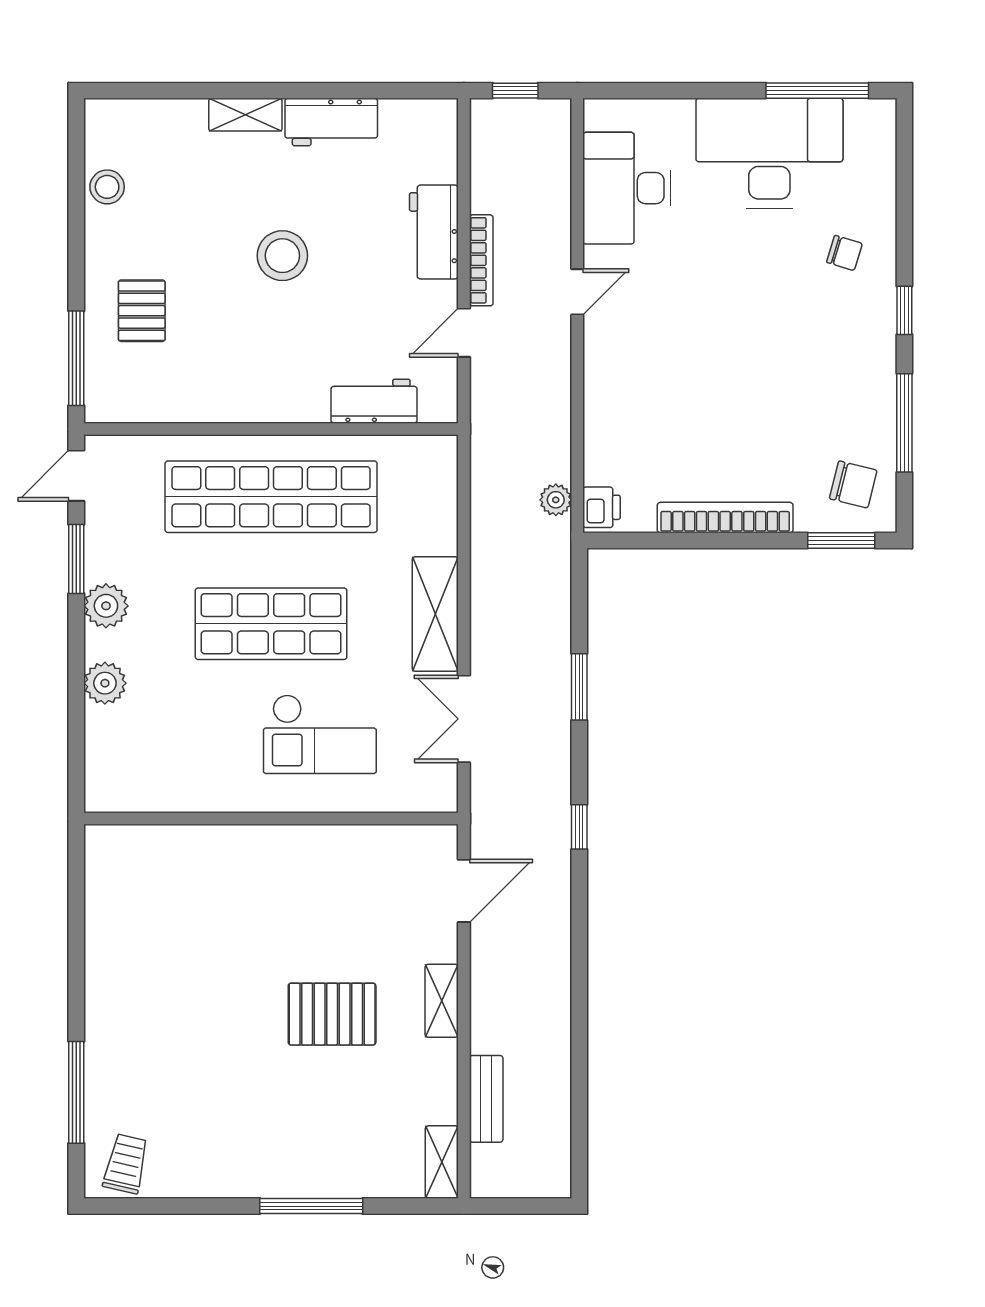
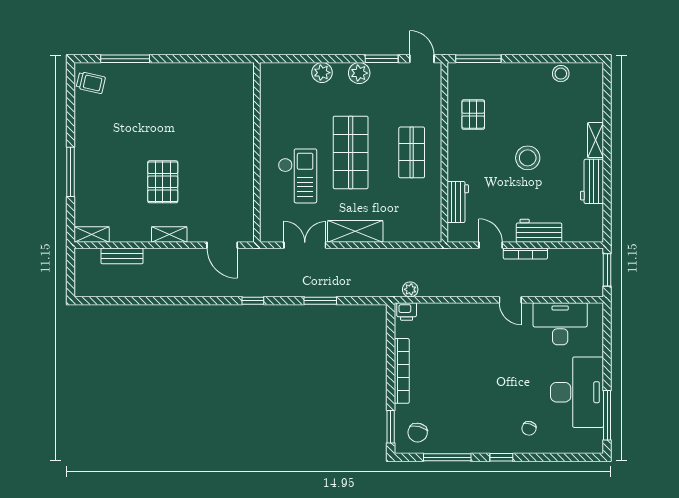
window: (515, 91) -> (607, 270), width x1.50
pallet: (142, 311) -> (473, 115), moved, turned 90
shop shelf: (271, 497) -> (412, 152), width x0.50, depth x0.74
checkout: (320, 734) -> (297, 176), turned 180

